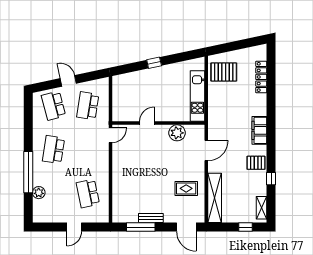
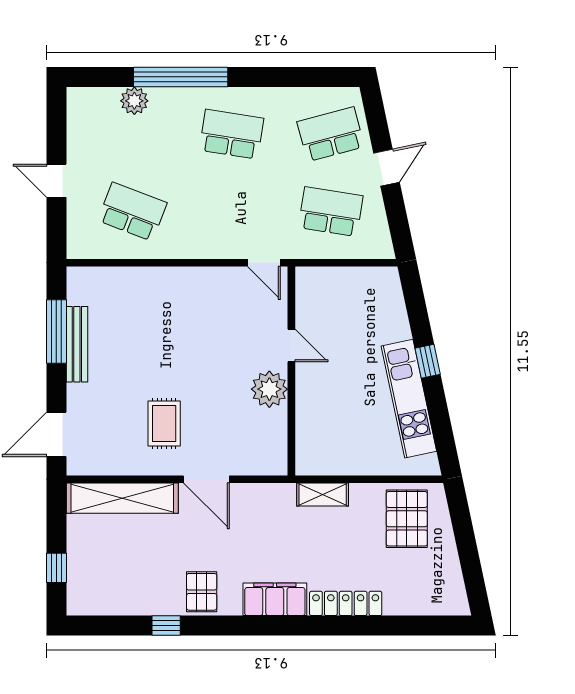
locker: (261, 77) -> (346, 603), moved
kitchen unit: (197, 96) -> (409, 399), moved, turned -102
plant: (177, 133) -> (269, 389), moved
door: (206, 151) -> (206, 479), moved
rug: (186, 188) -> (164, 423), moved
school desk: (88, 193) -> (132, 212), turned 33
shelving: (262, 208) -> (323, 495), moved
bench: (151, 218) -> (77, 344), width x1.36

